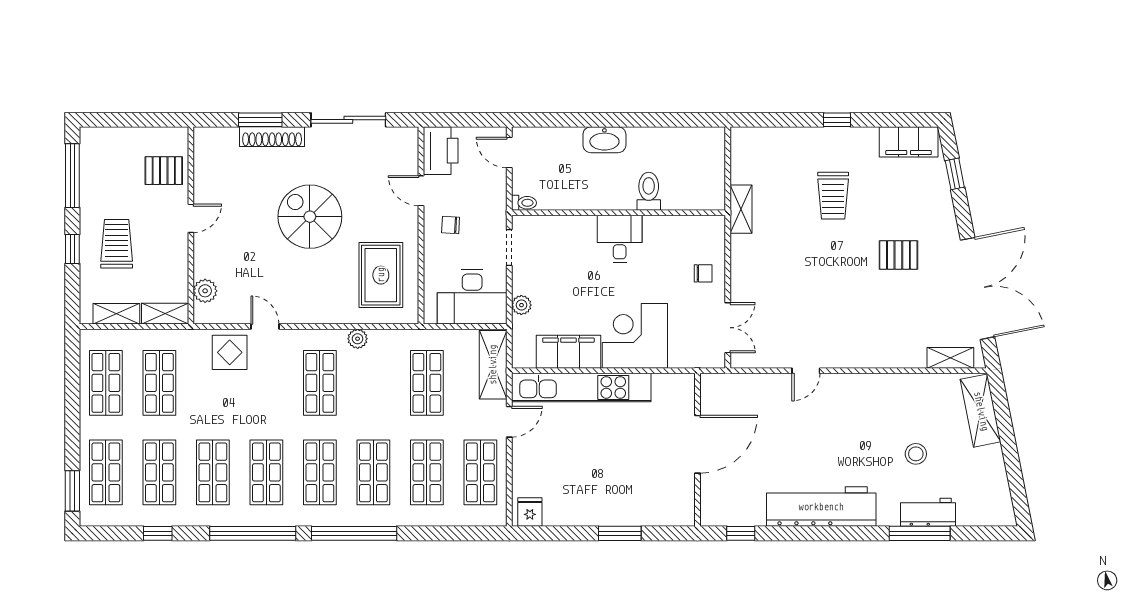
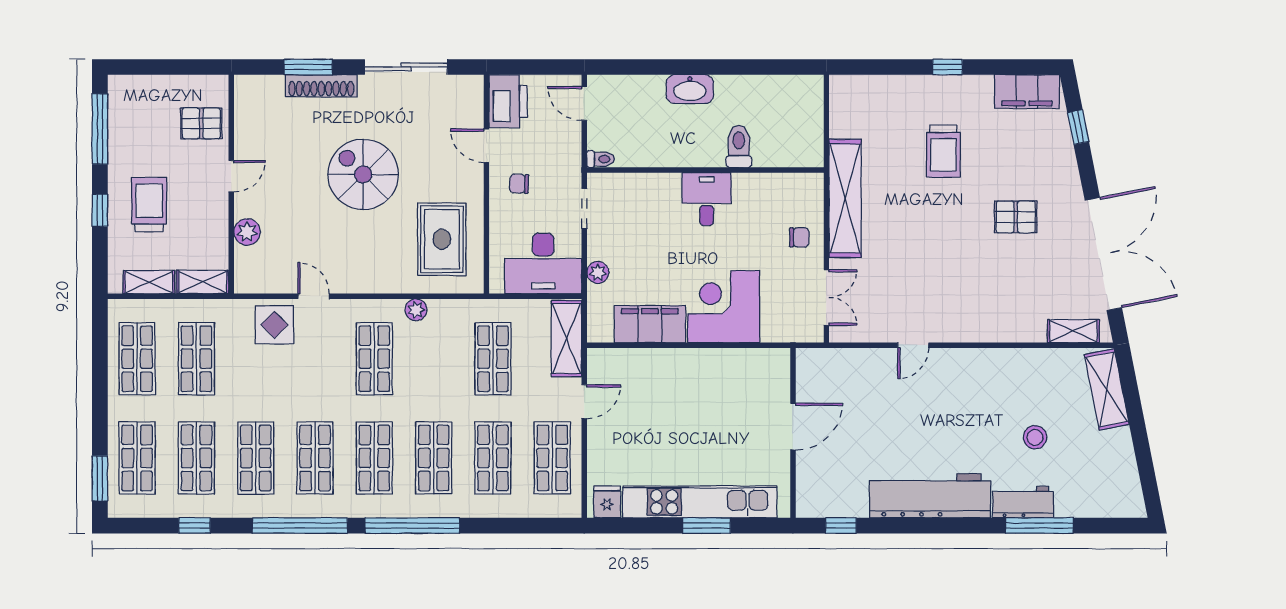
shelving: (741, 209) -> (845, 198), width x2.20, depth x1.33
plant: (205, 291) -> (247, 232), moved
kitchen unit: (581, 387) -> (700, 502), moved, turned 180
door: (697, 444) -> (793, 427), width x0.73
workbench: (928, 512) -> (1023, 502), moved

